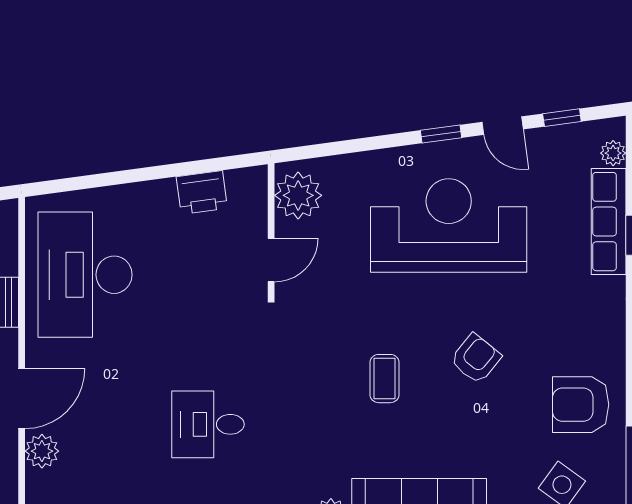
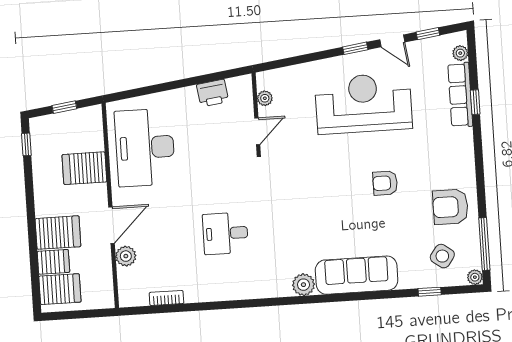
plant: (298, 195) -> (265, 98), width x0.53, depth x0.53
armchair: (476, 359) -> (385, 183), turned -129
coffee table: (384, 379) -> (331, 199), removed

